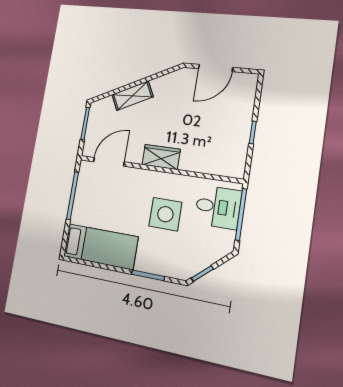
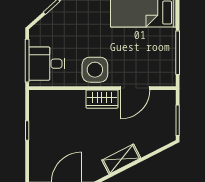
shelving: (132, 96) -> (121, 159), moved
door: (109, 162) -> (135, 88), moved
side table: (165, 214) -> (95, 70), moved

